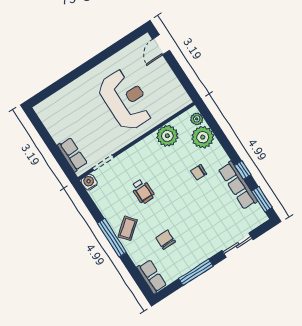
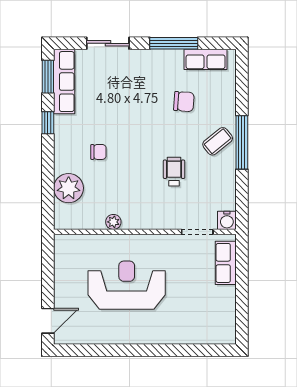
reception desk: (126, 100) -> (127, 285), turned 90
plant: (197, 119) -> (62, 213), removed
plant: (167, 136) -> (113, 222), width x0.53, depth x0.53
row of seats: (238, 185) -> (64, 82), moved
chair: (165, 240) -> (184, 102), turned -86
row of seats: (152, 277) -> (206, 59), moved, turned -90

